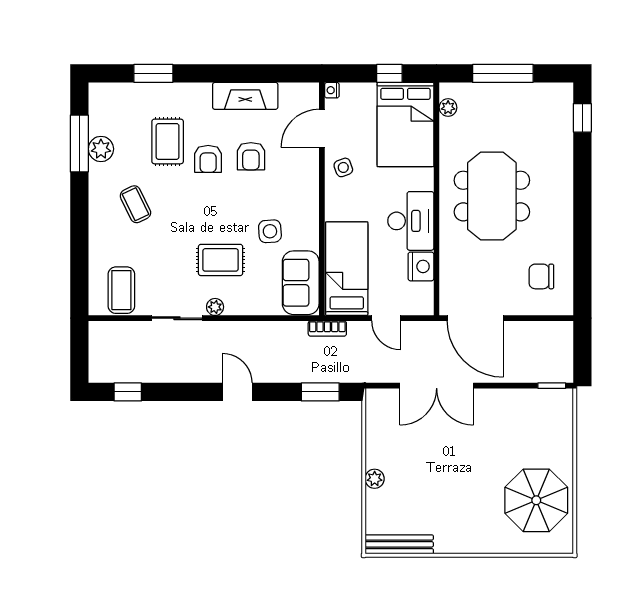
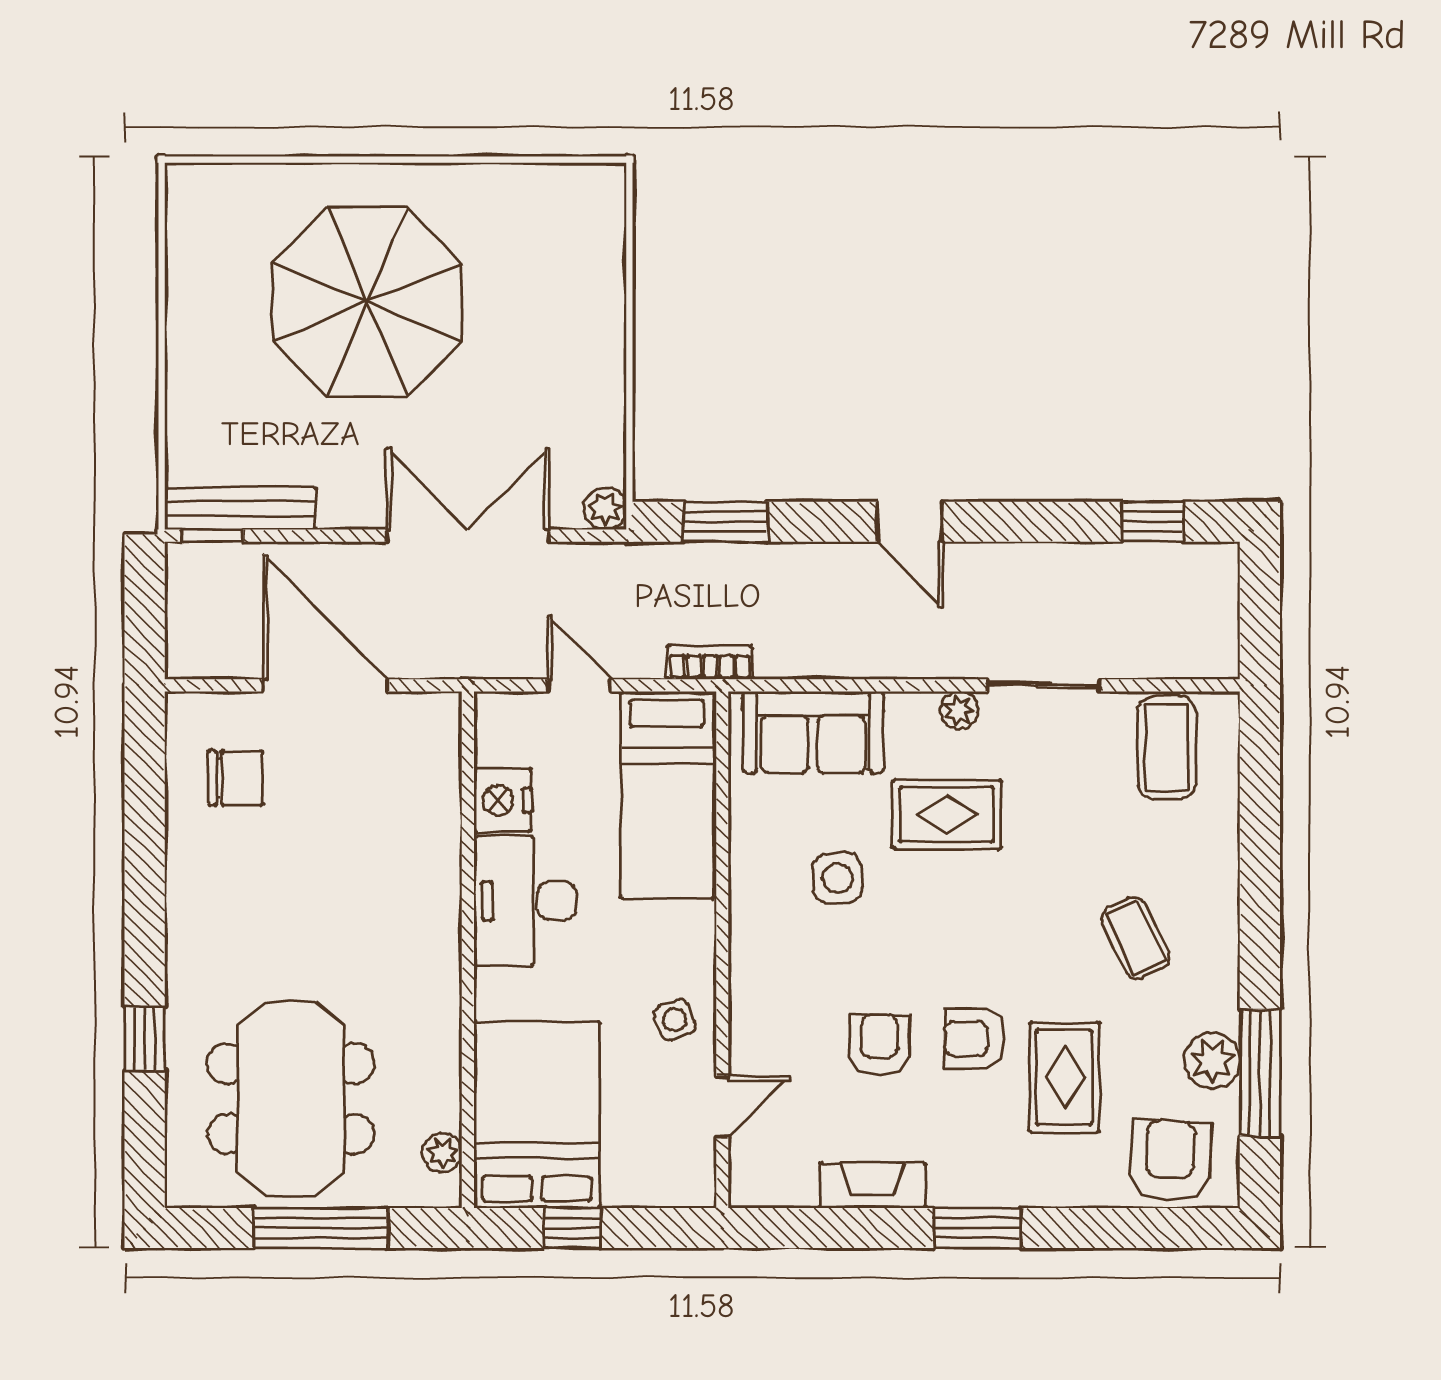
window: (153, 73) -> (977, 1228), moved
nightstand: (332, 90) -> (700, 1191), removed
fireplace: (245, 96) -> (873, 1185), width x0.73, depth x0.76
armchair: (120, 104) -> (1170, 1160), added
window: (582, 118) -> (145, 1039), moved
door: (322, 128) -> (722, 1107), width x0.73
armchair: (208, 159) -> (974, 1039), turned -90
meeting table: (492, 196) -> (291, 1099), moved
sofa: (301, 283) -> (813, 732), moved, turned 90
door: (475, 318) -> (326, 685), moved
plant: (375, 479) -> (605, 509), moved
parasol: (536, 500) -> (367, 302), moved, width x1.36, depth x1.36
bench: (399, 544) -> (240, 509), moved

